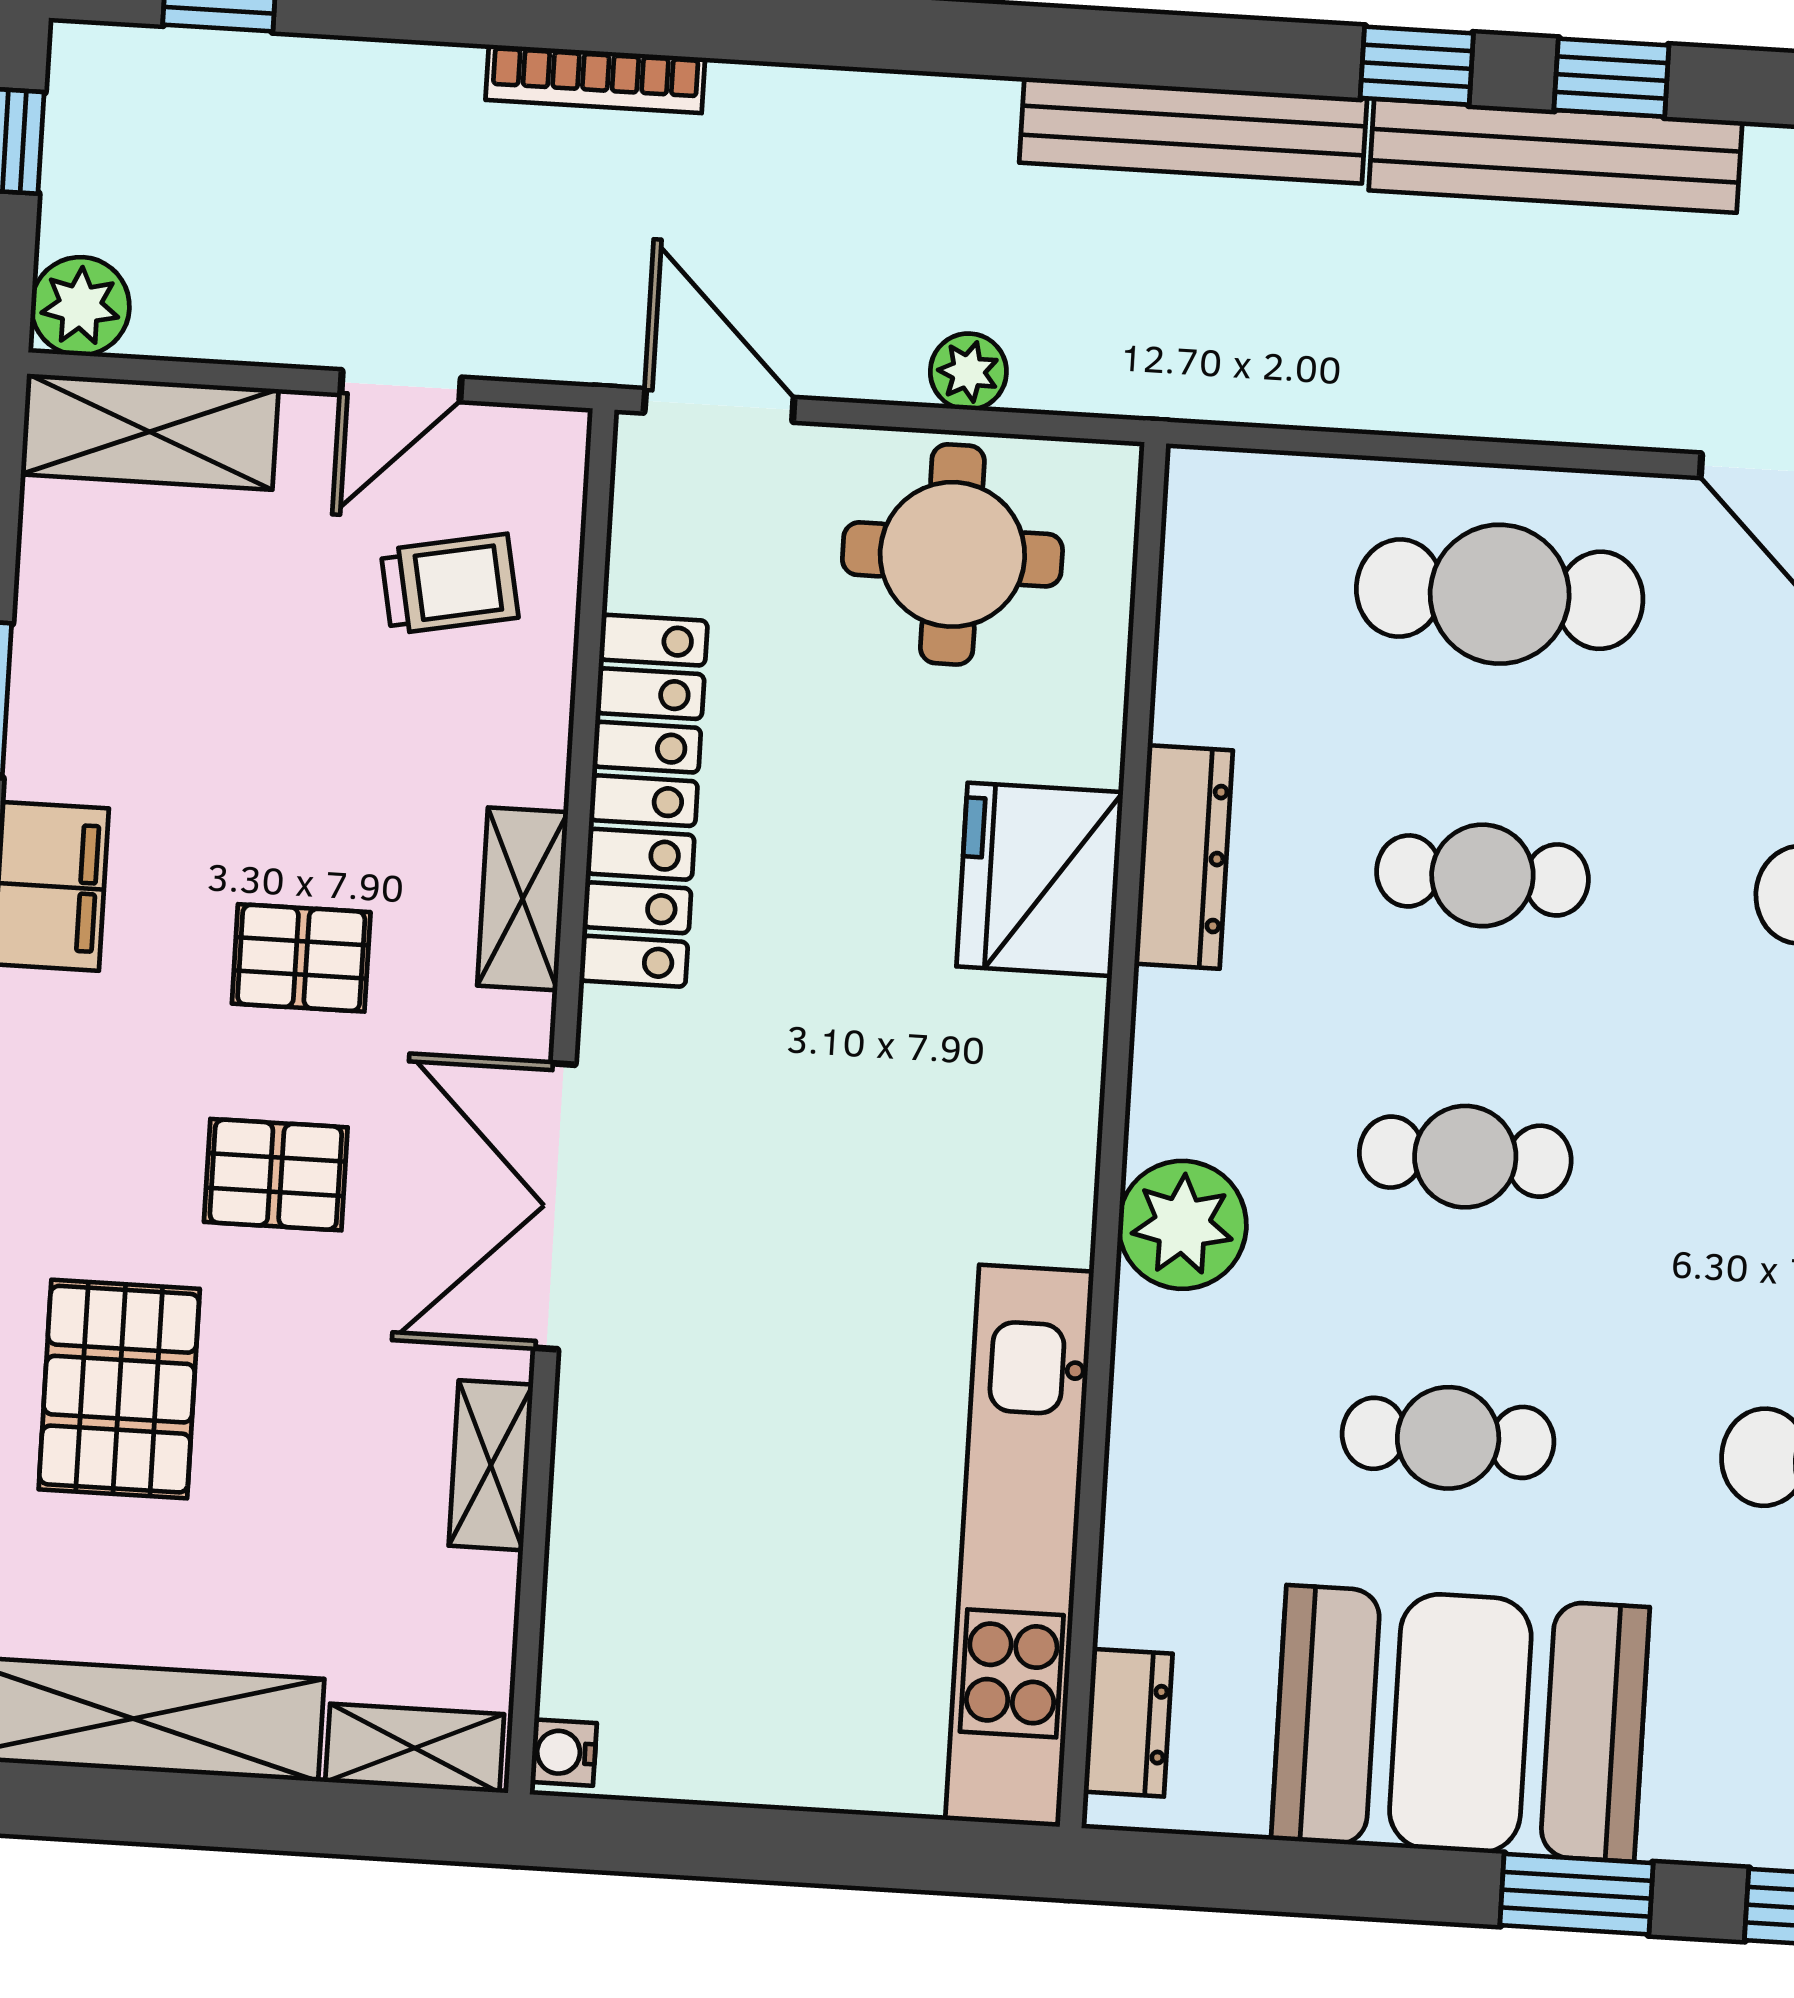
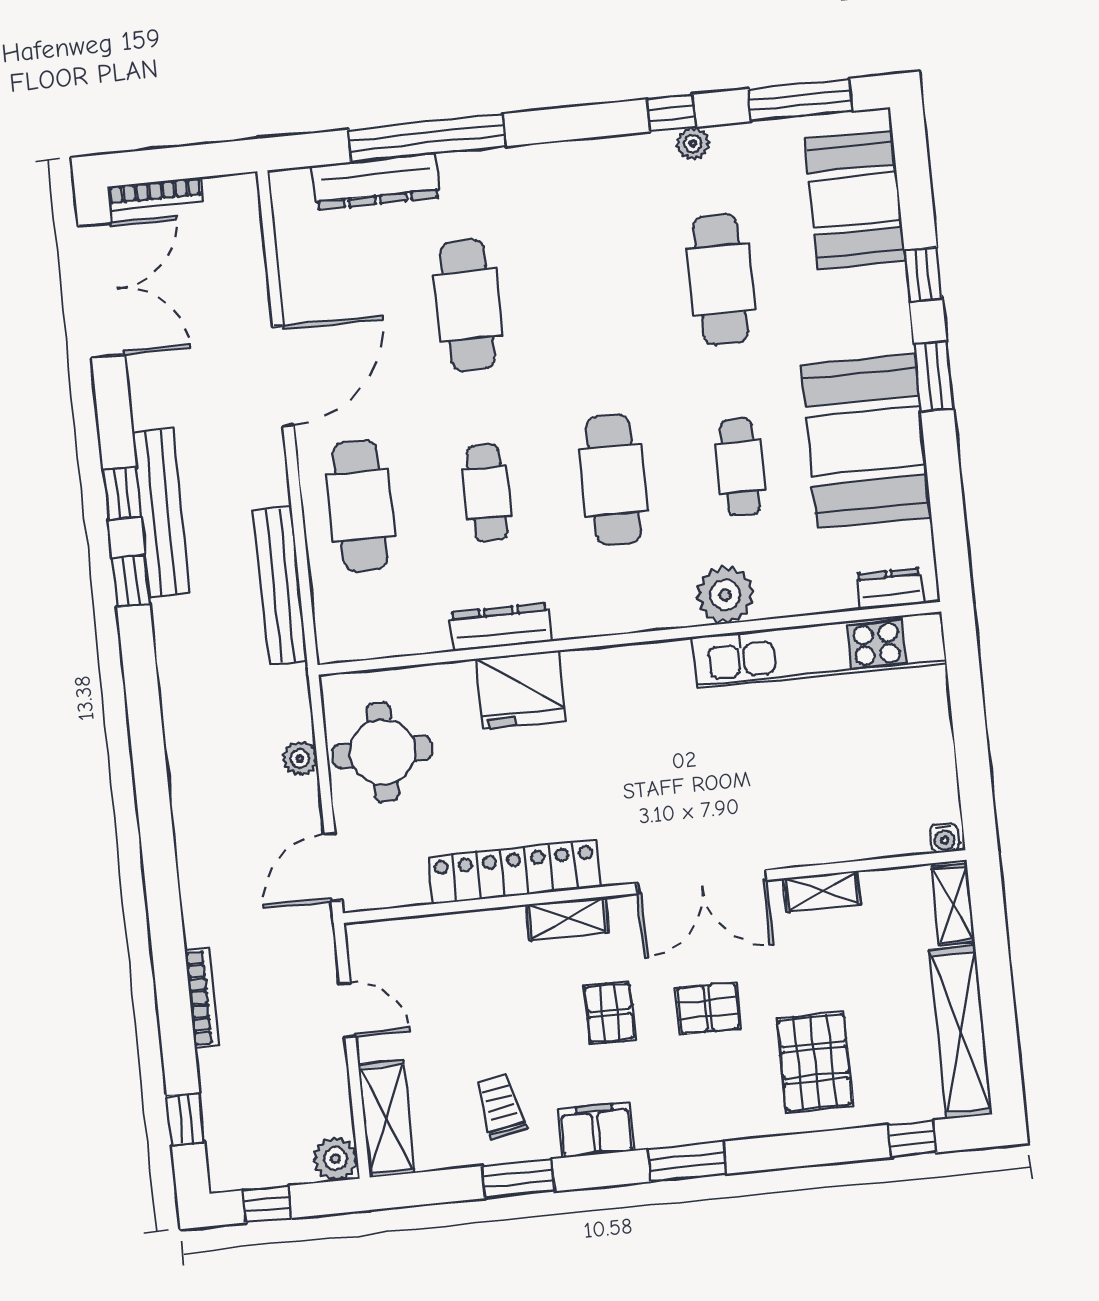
bookcase: (595, 79) -> (202, 998), moved
bench: (1193, 130) -> (280, 585), moved
trolley: (450, 584) -> (501, 1107), moved
cafe table: (1465, 1157) -> (613, 480), width x1.37, depth x1.35
pallet: (276, 1175) -> (708, 1008), turned 90
plant: (1182, 1225) -> (725, 595), moved
pallet: (119, 1389) -> (815, 1062), turned 90

